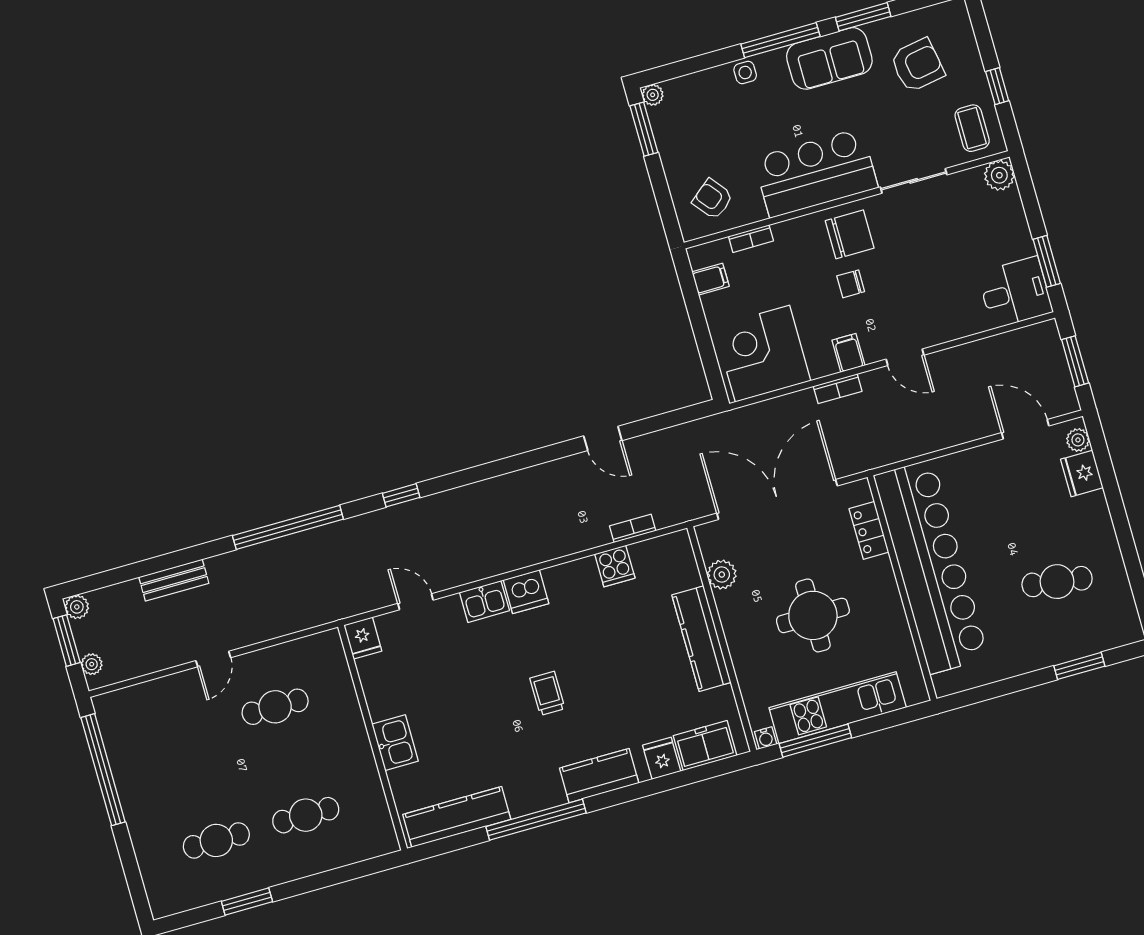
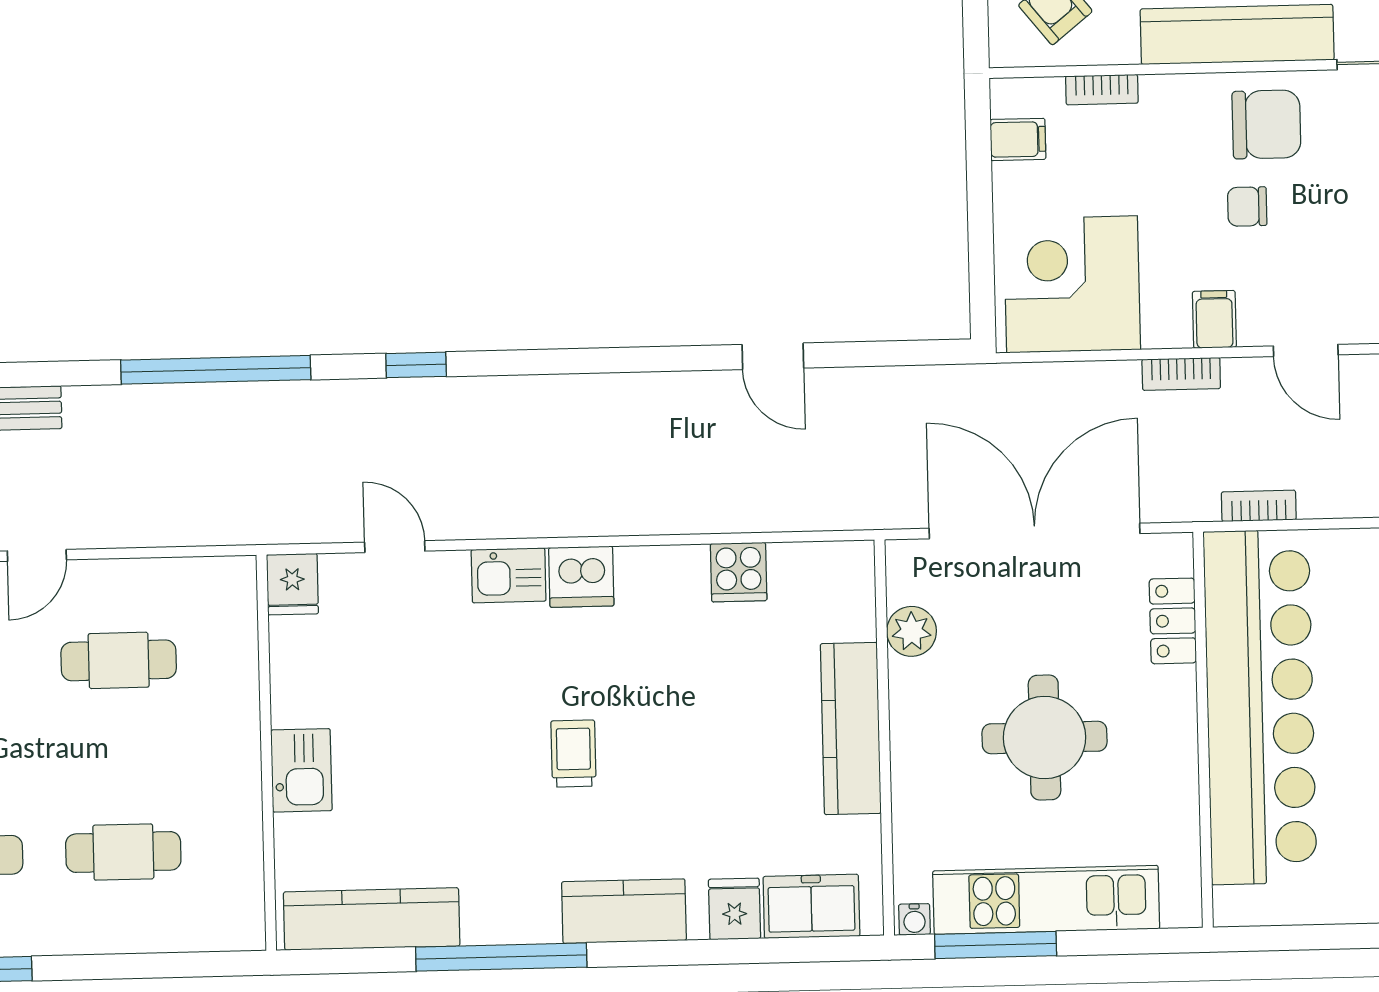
bookcase: (633, 528) -> (1259, 506), moved

